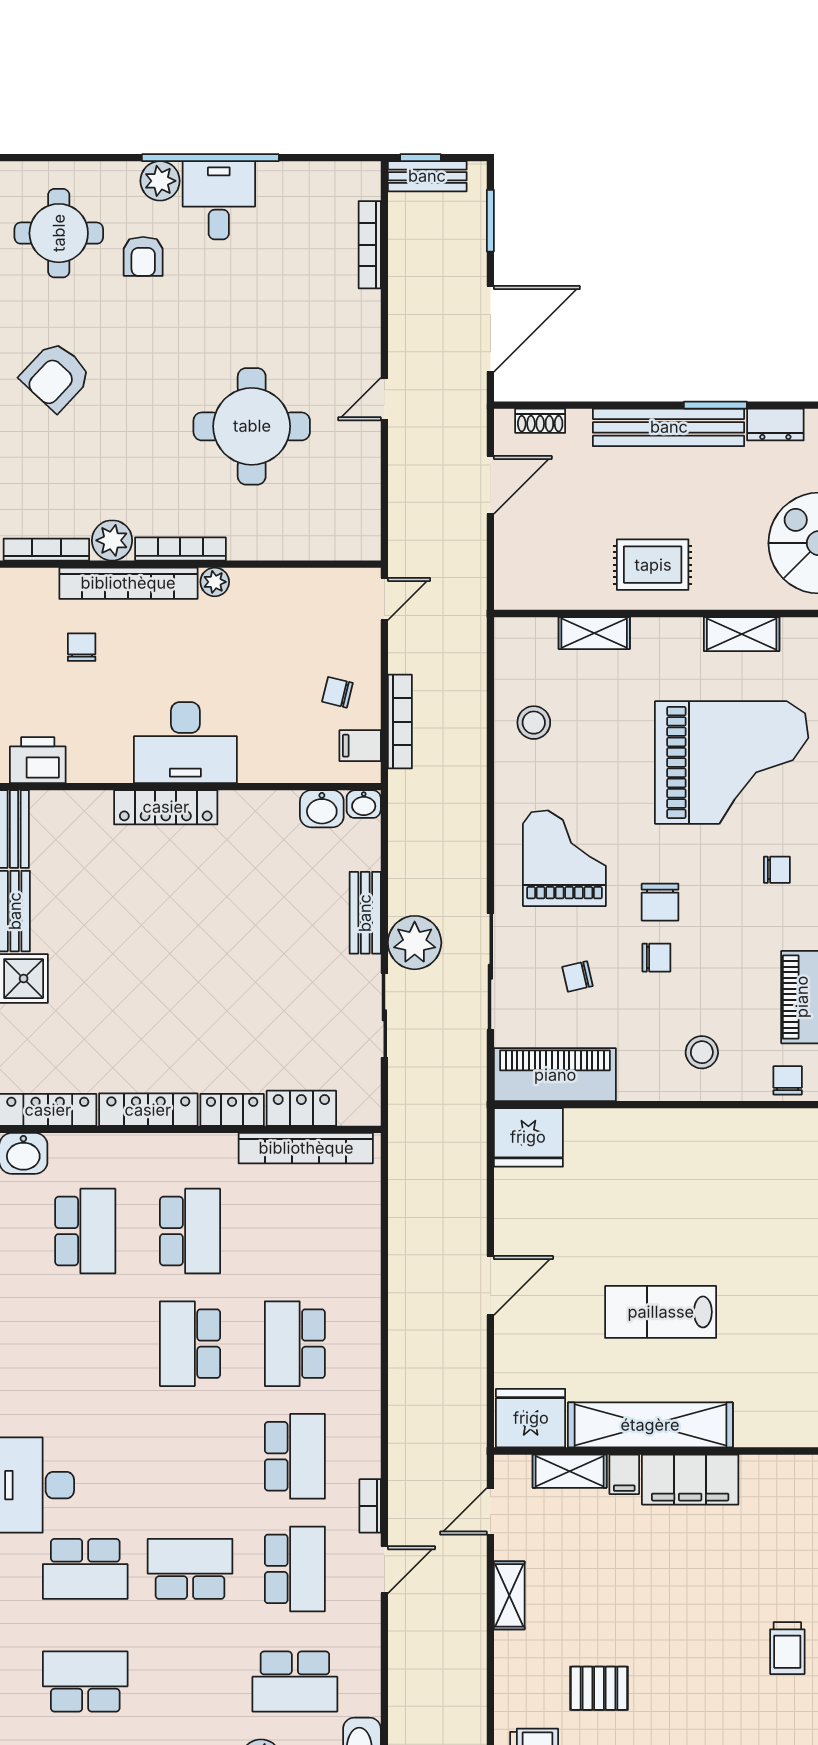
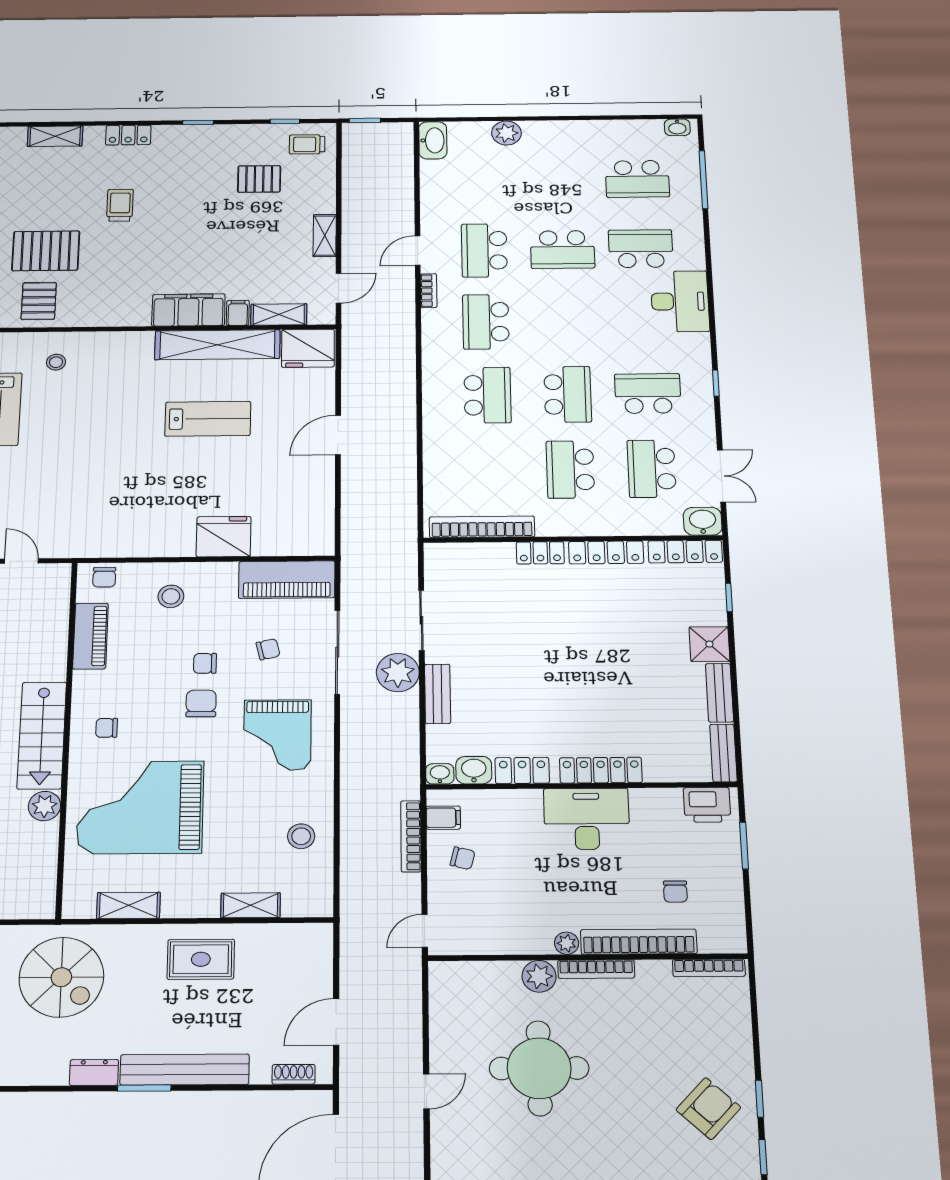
plant: (112, 540) -> (539, 976), moved
locker: (301, 1108) -> (522, 770), moved, turned 180
fridge: (528, 1137) -> (224, 537), moved
school desk: (295, 1682) -> (648, 394), moved

